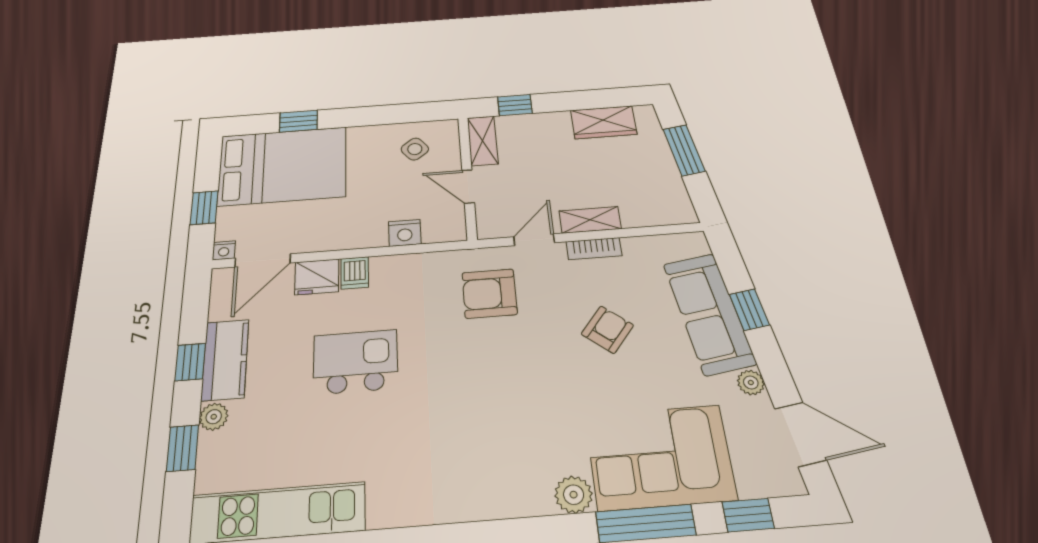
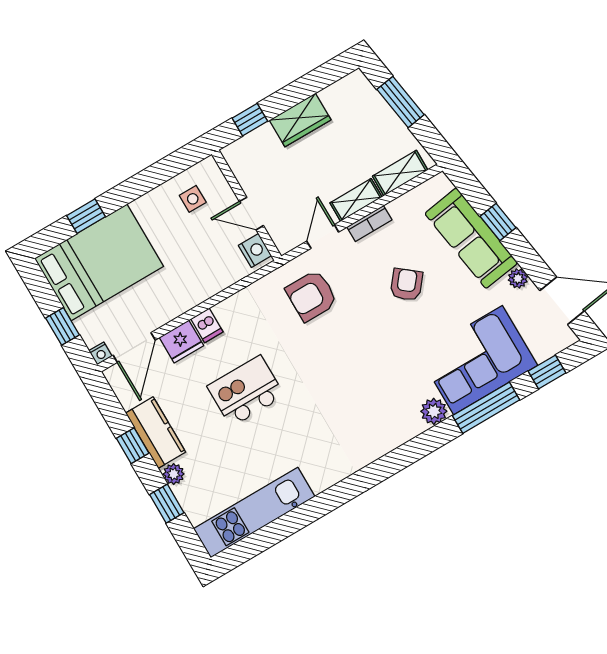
wardrobe: (604, 122) -> (300, 120), moved
shelving: (483, 141) -> (400, 173), moved, turned 90
side table: (415, 149) -> (193, 199), turned 38
nightstand: (405, 233) -> (255, 250), moved, turned -90

